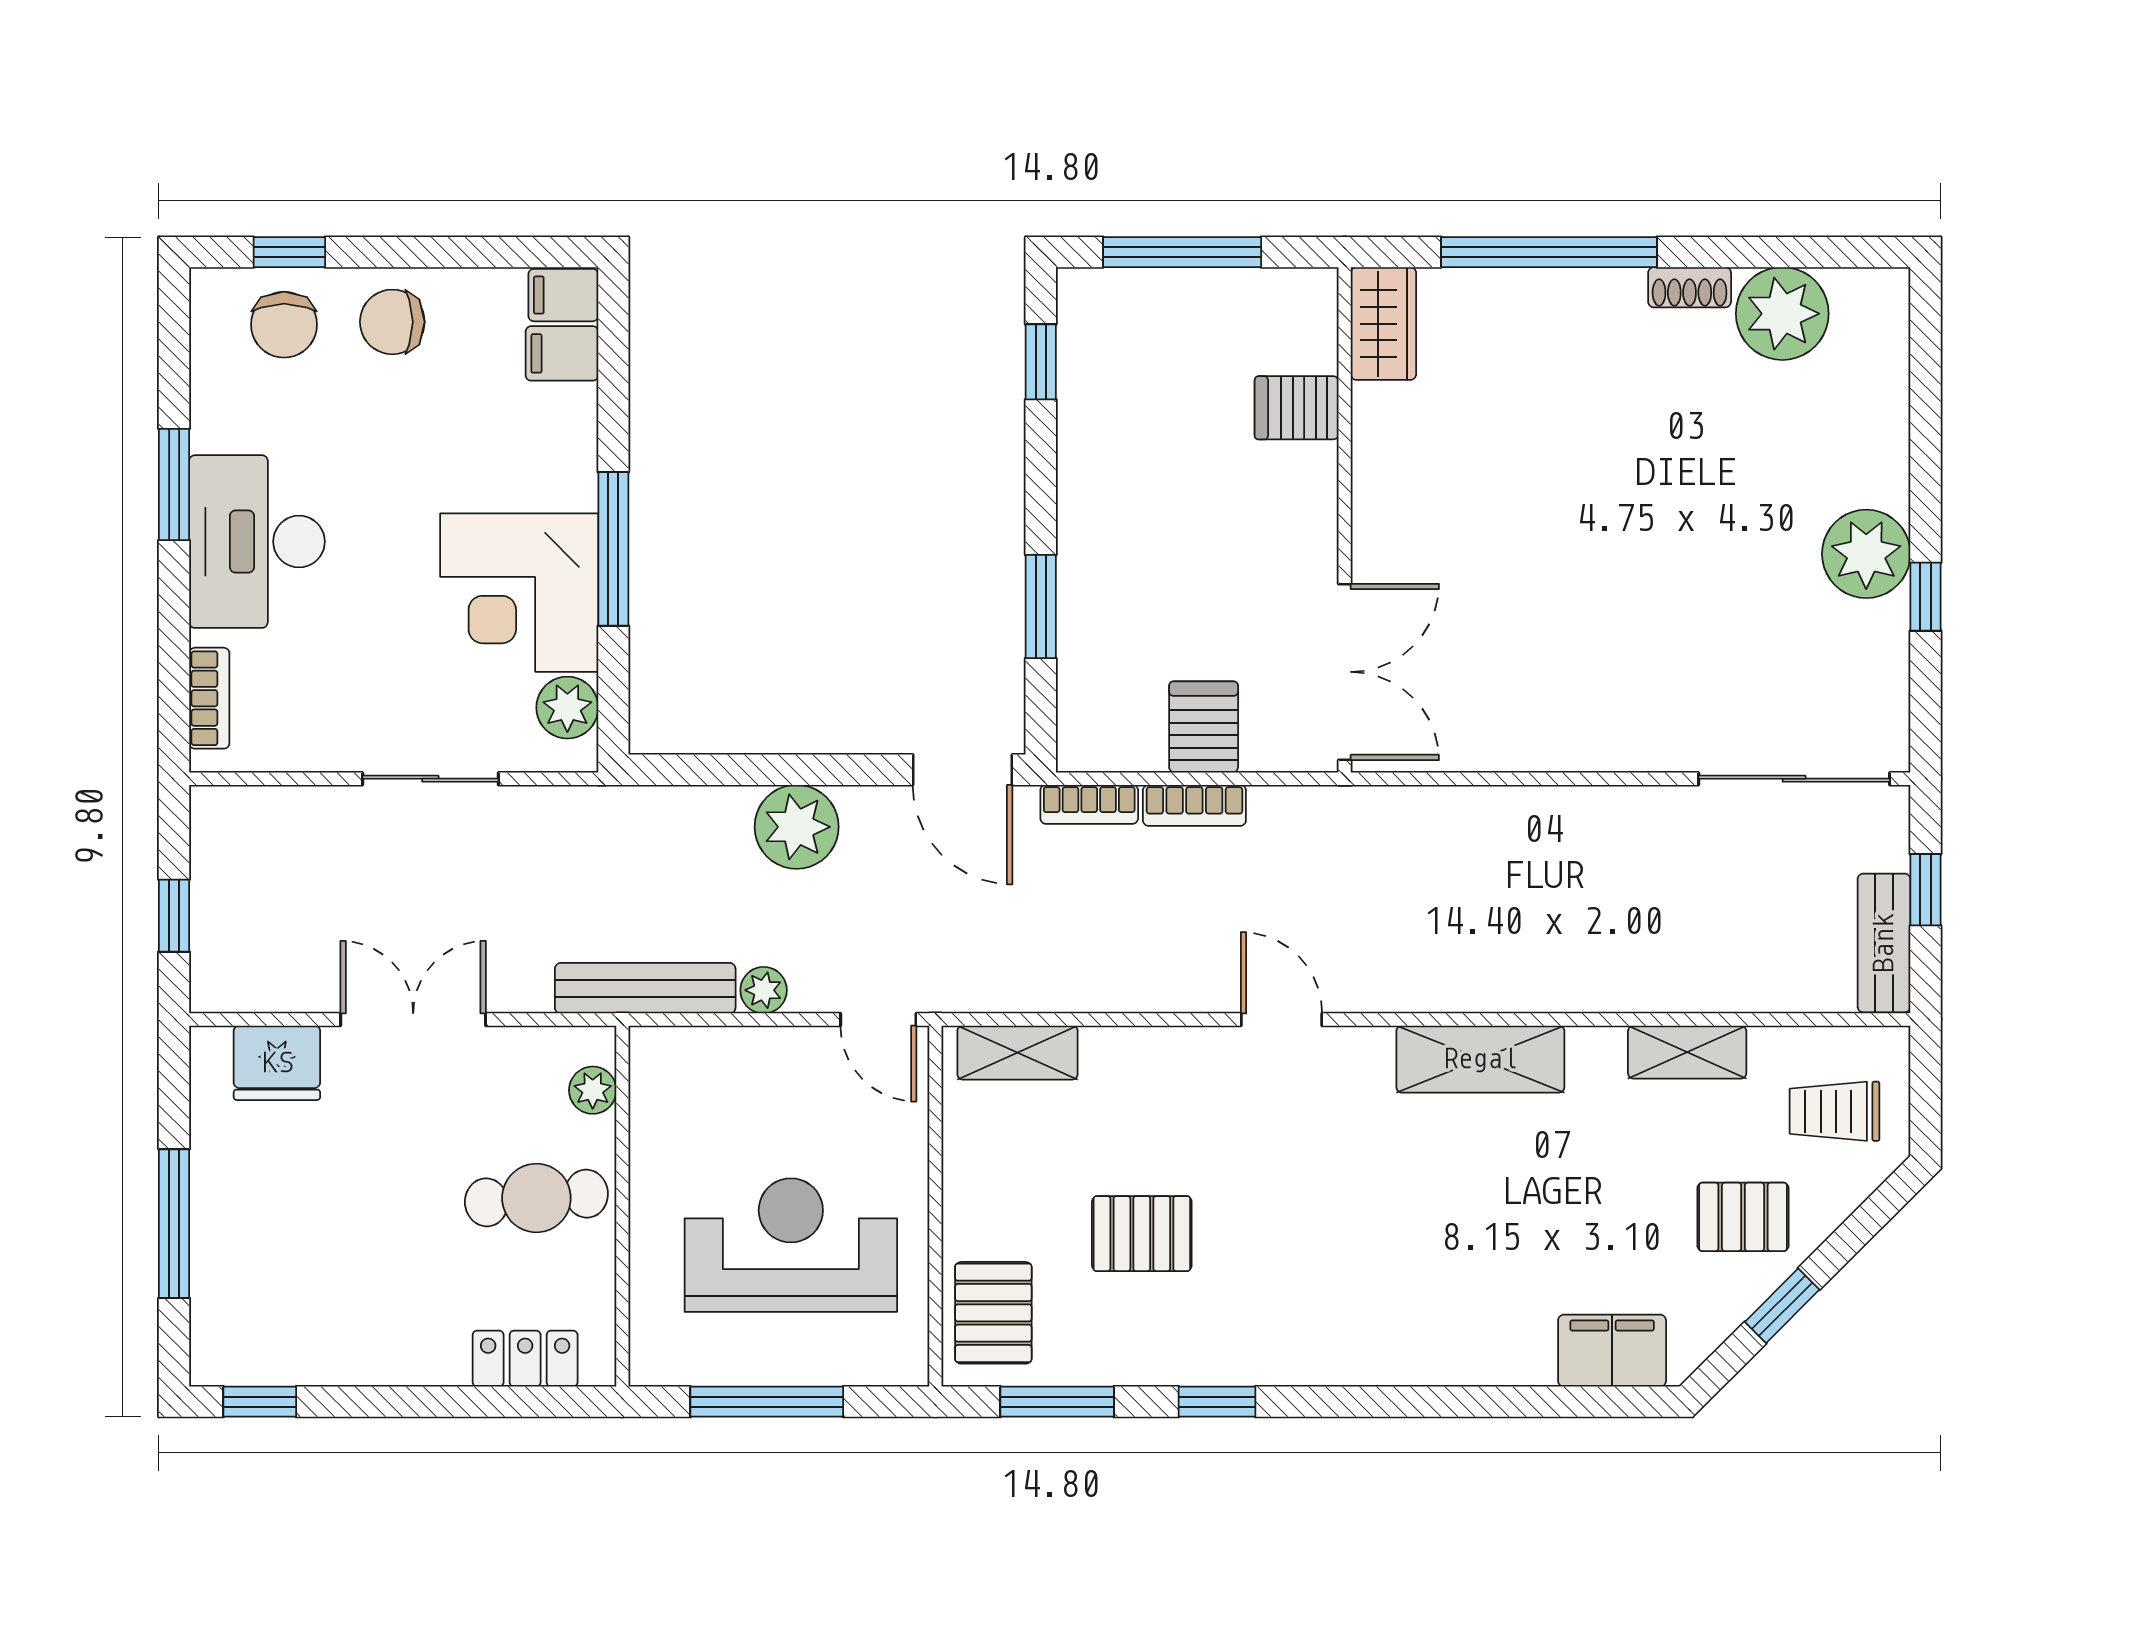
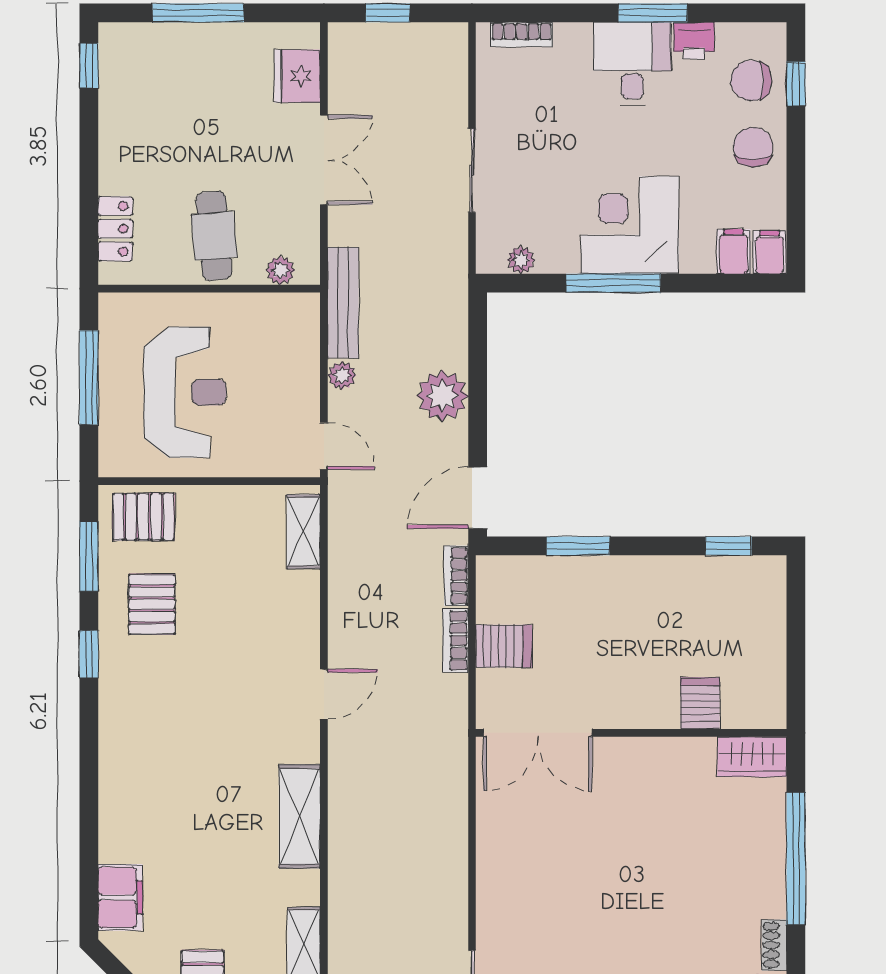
window: (1182, 252) -> (796, 633), removed
printer: (219, 417) -> (694, 41), added
desk: (257, 542) -> (632, 64), width x0.73
corner desk: (519, 593) -> (630, 225), moved
plant: (567, 708) -> (521, 260), width x0.73, depth x0.73
door: (878, 1019) -> (324, 446), swing flipped
pallet: (1142, 1234) -> (152, 604), moved

